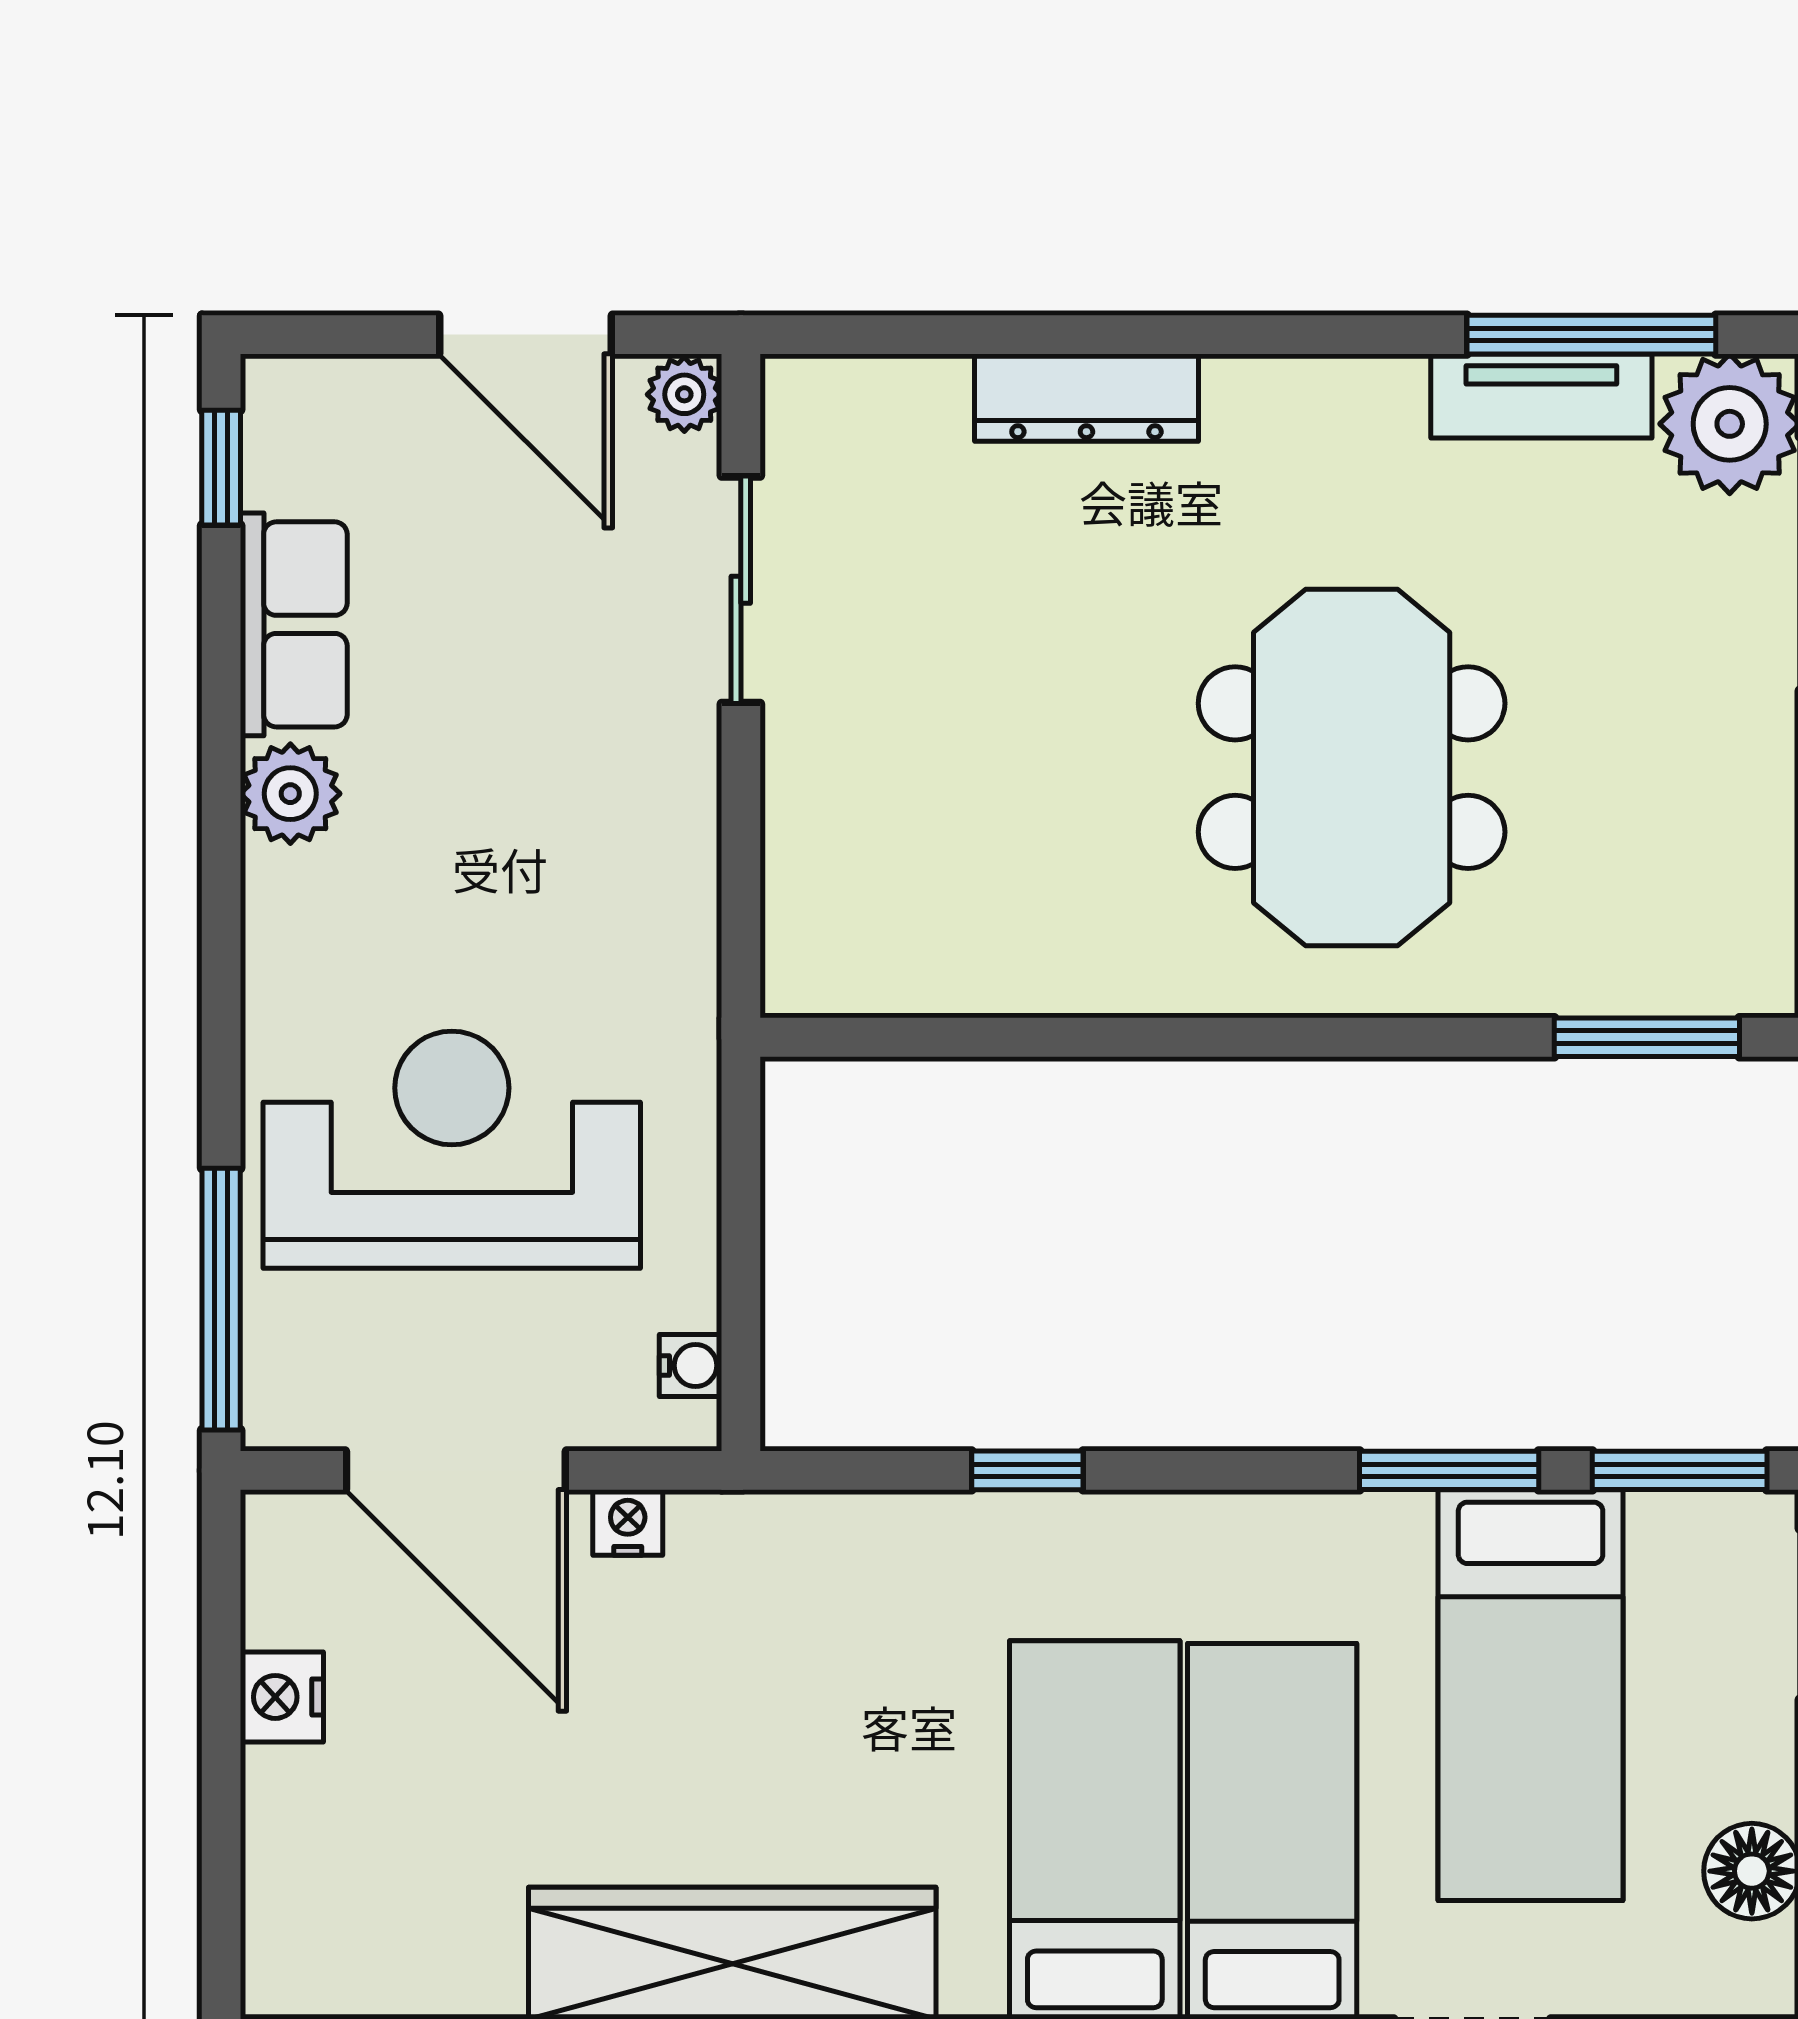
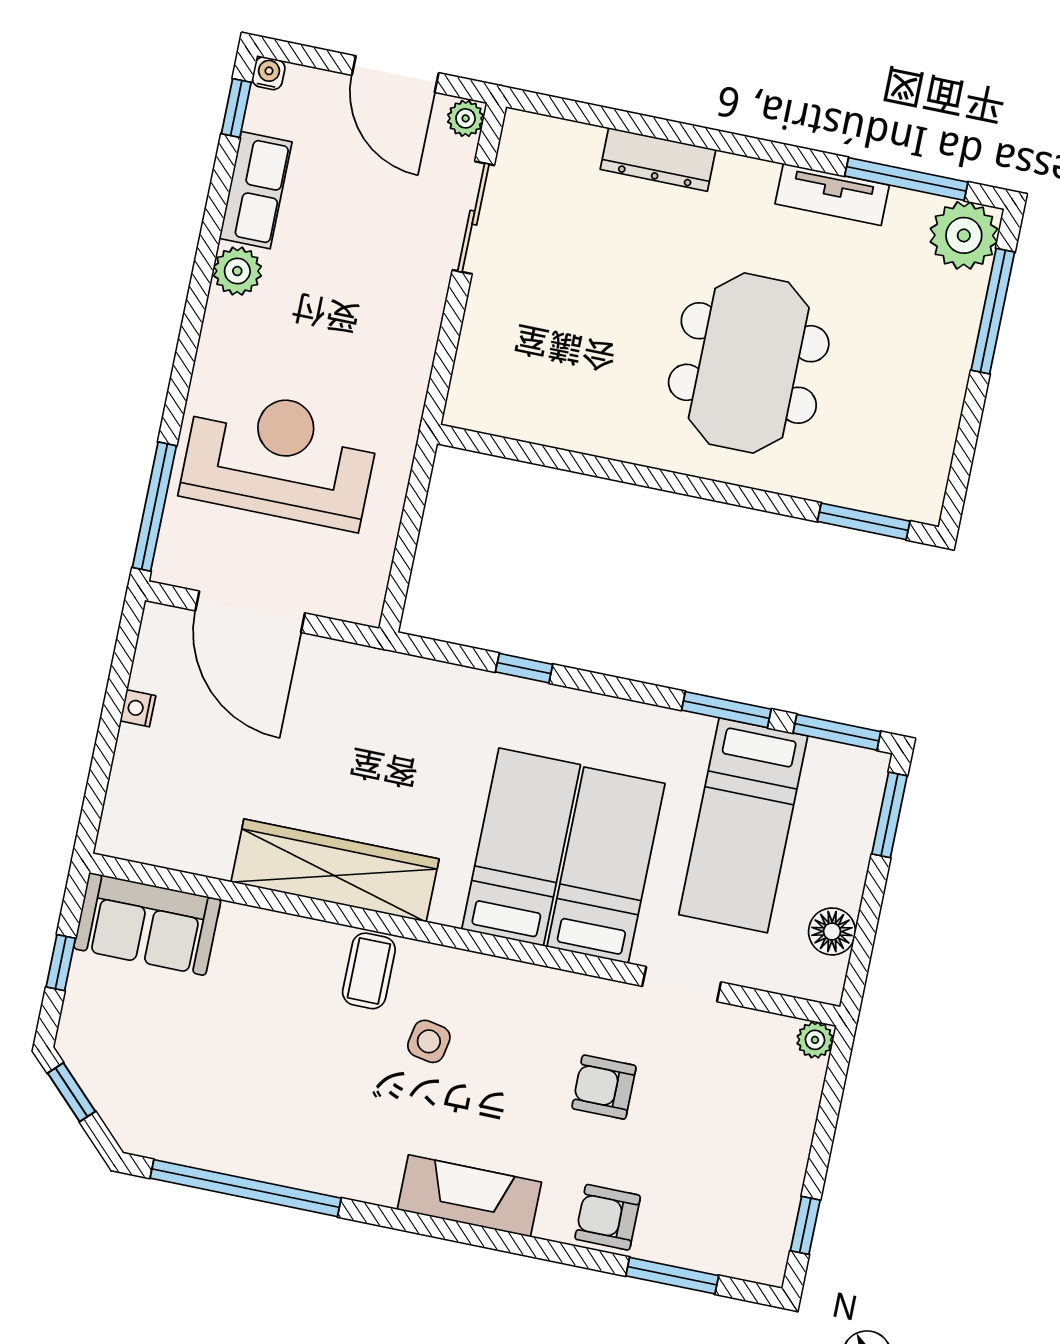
tv unit: (1541, 396) -> (832, 194), moved
water cooler: (691, 1366) -> (269, 73), moved, turned -90
nightstand: (628, 1523) -> (327, 654), removed
nightstand: (282, 1697) -> (138, 708), width x0.72, depth x0.74

